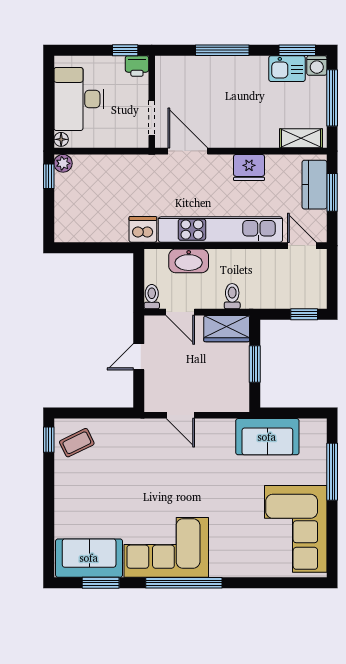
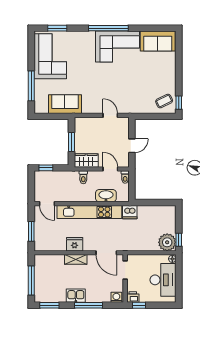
washing machine: (317, 65) -> (116, 297), moved
kitchen sink: (287, 69) -> (76, 296), moved
shelving: (301, 138) -> (76, 259), moved
plant: (63, 163) -> (167, 242), width x1.88, depth x1.88
kitchen counter: (314, 185) -> (40, 235), removed
window: (101, 583) -> (57, 28), moved

